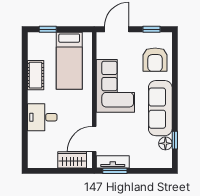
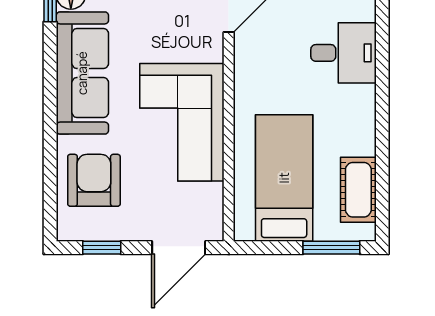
window: (48, 29) -> (331, 248), width x1.50
cot: (36, 75) -> (358, 190), moved

